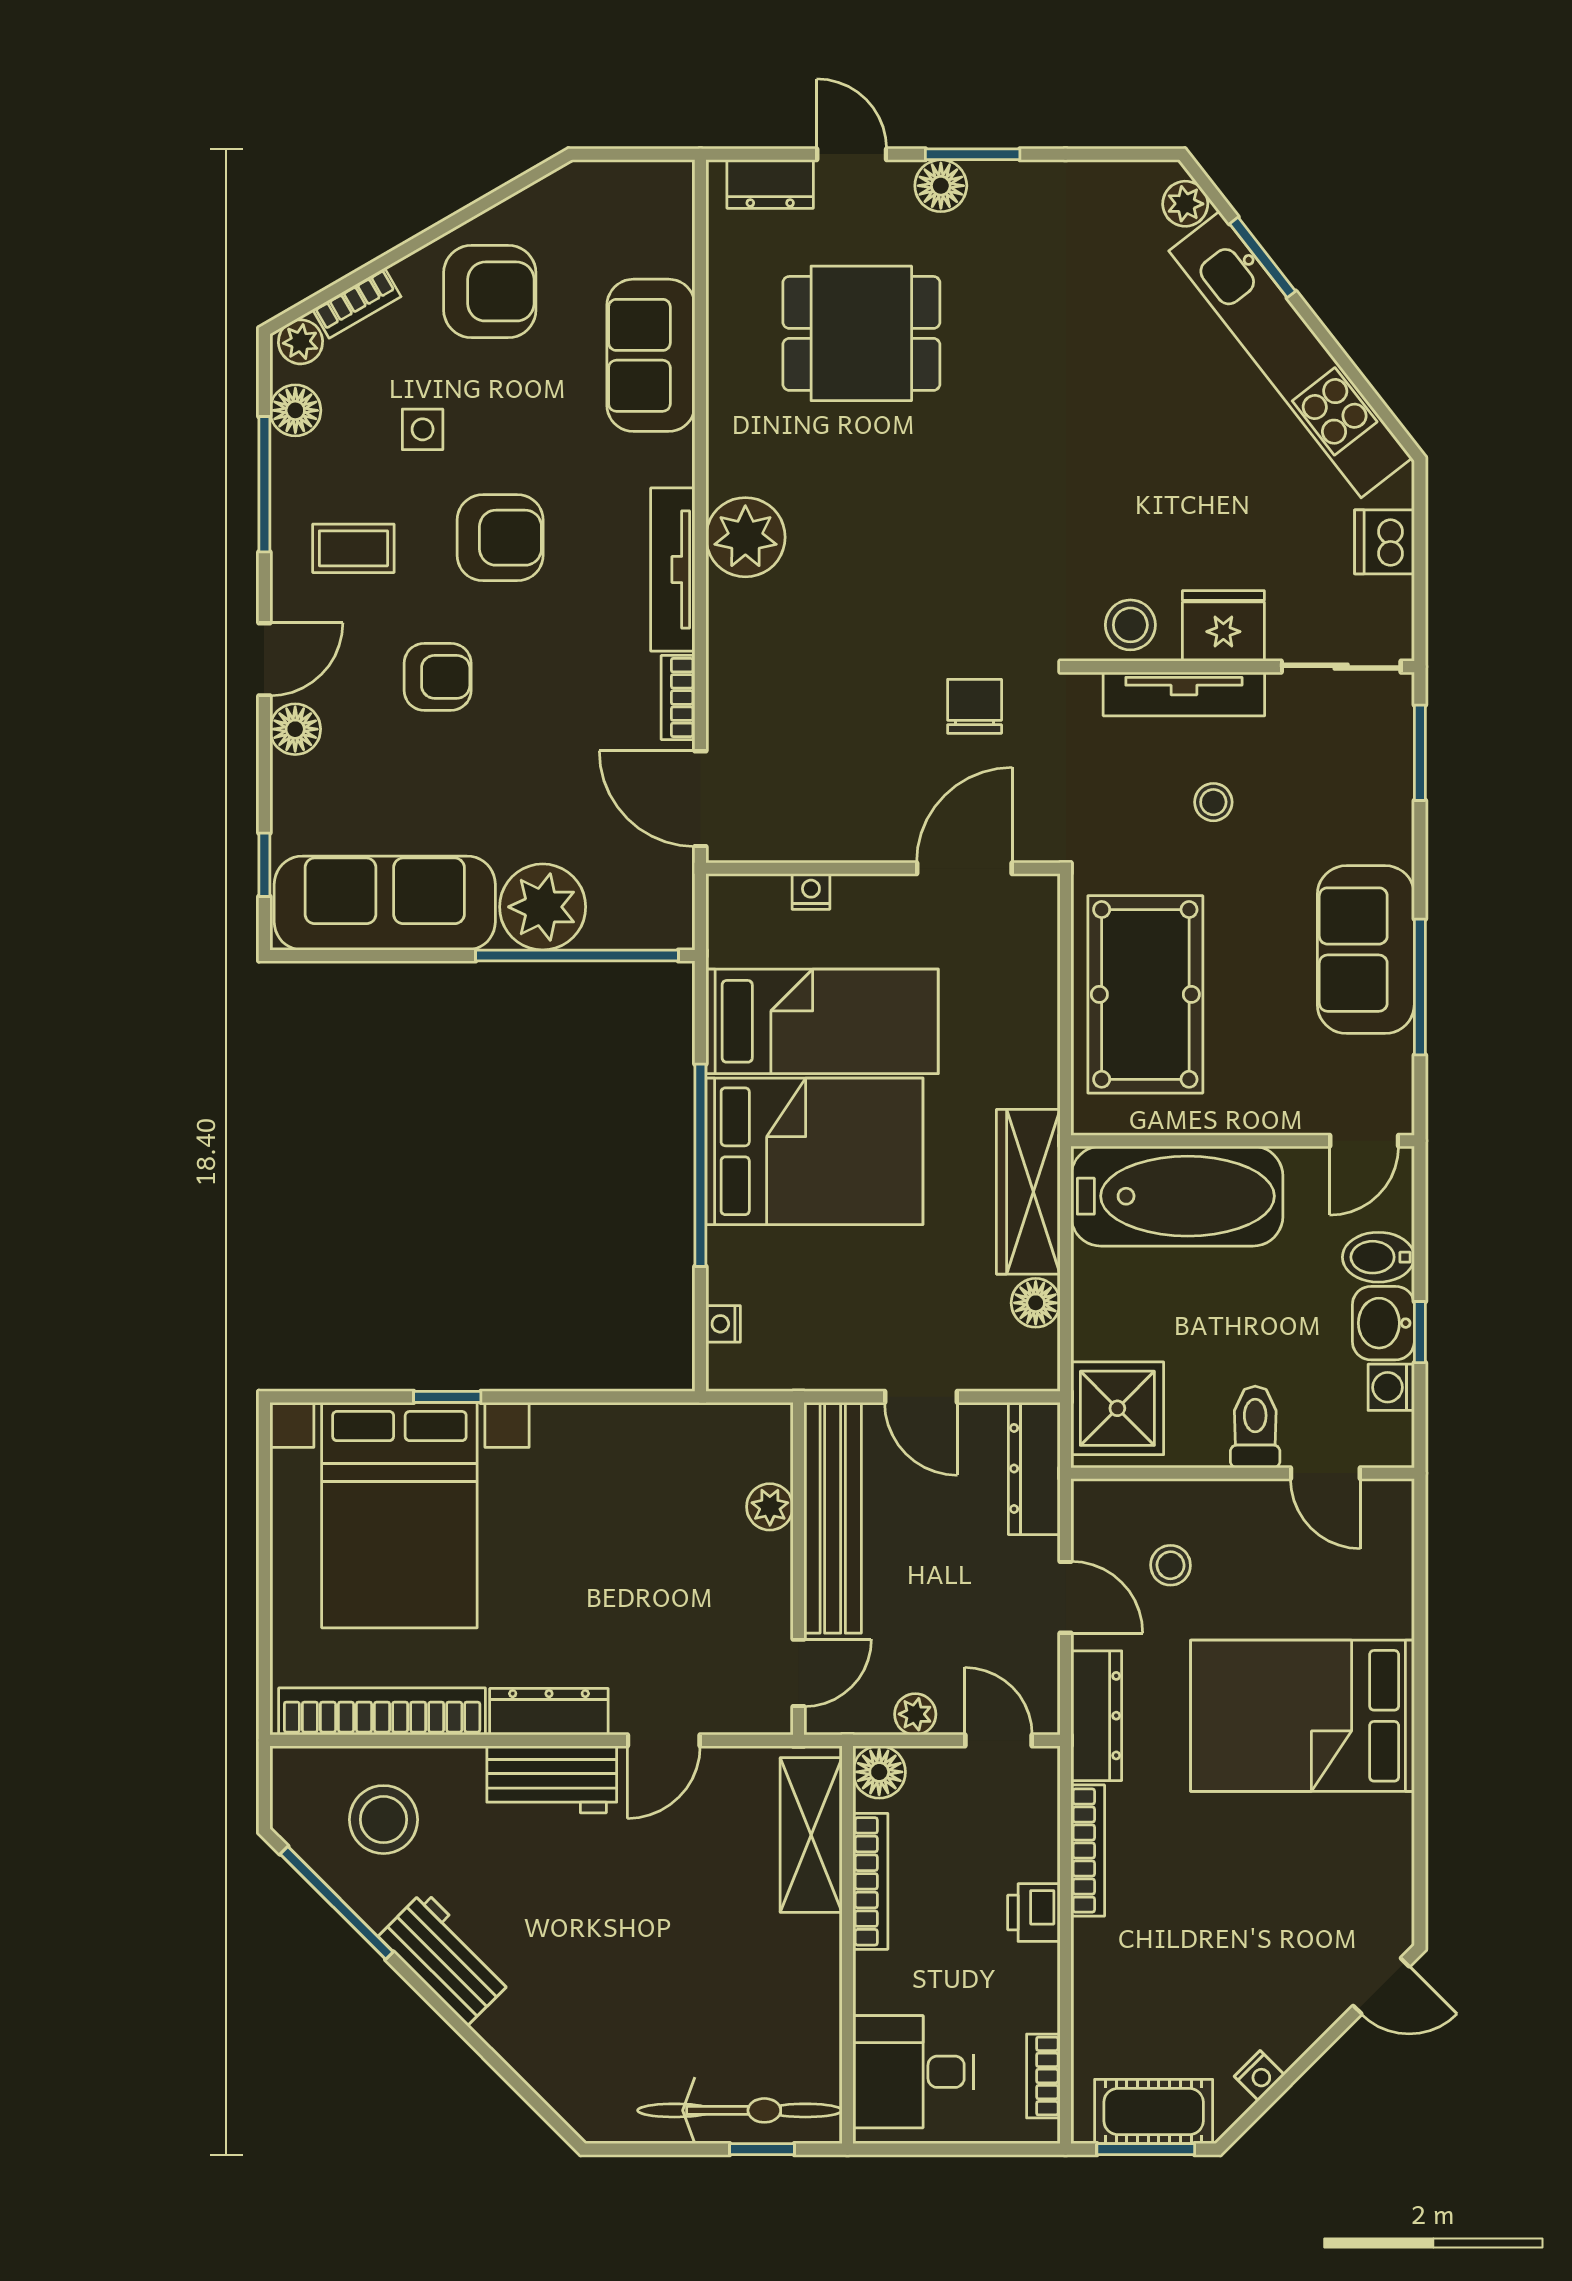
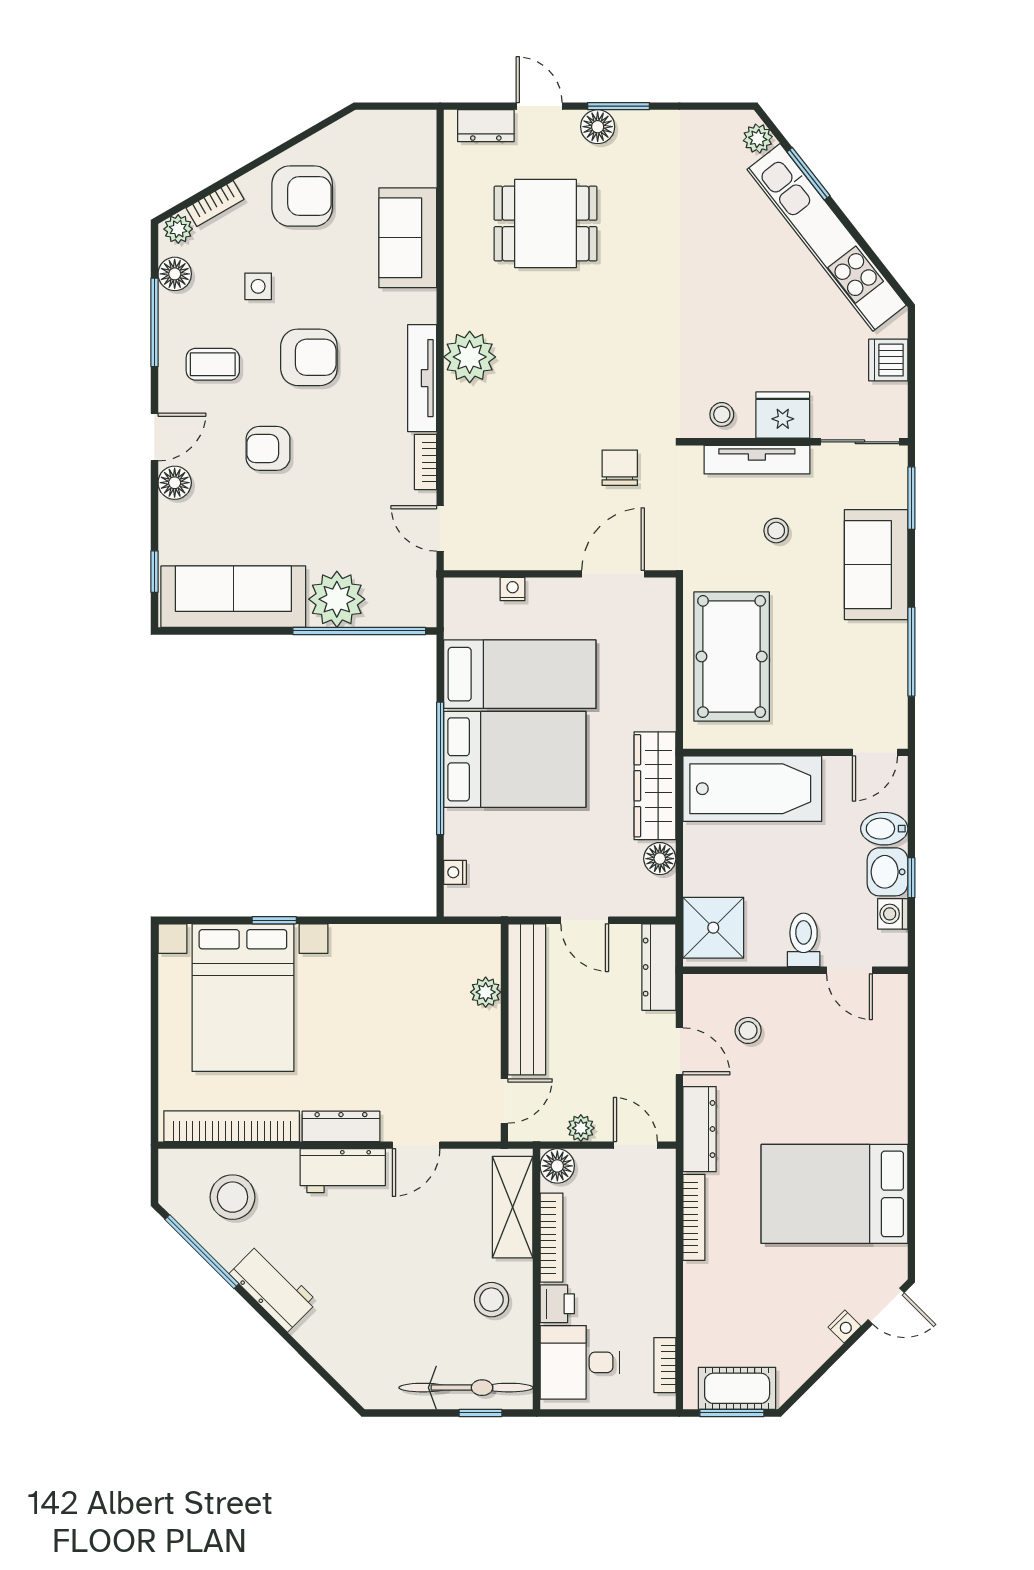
stool: (1130, 625) -> (722, 414), width x0.73, depth x0.73
armchair: (438, 677) -> (268, 448), turned 180
door: (700, 799) -> (440, 528), width x0.73
sofa: (1366, 950) -> (876, 565), moved
bed: (1302, 1716) -> (835, 1194), moved
printer: (1034, 1913) -> (557, 1304), moved, turned 180
stool: (779, 1976) -> (491, 1300), added
nightstand: (1259, 2076) -> (845, 1327), moved

